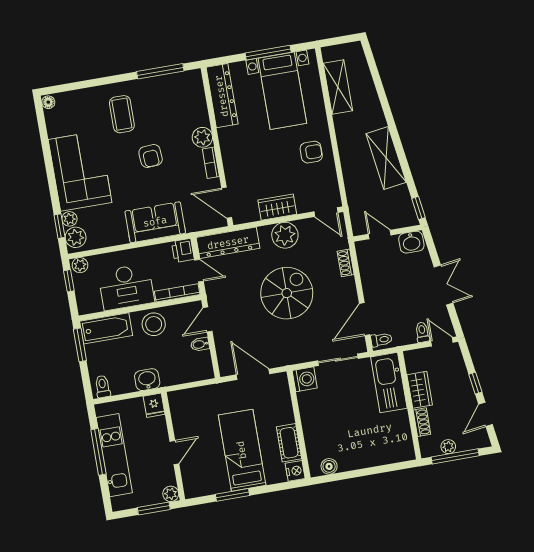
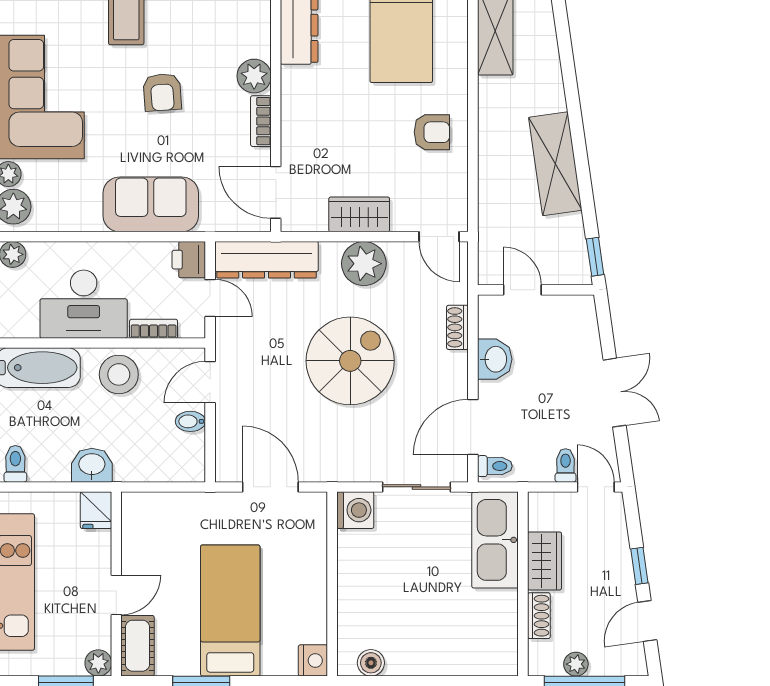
washbasin: (411, 242) -> (495, 359), moved, turned -90
bookcase: (177, 293) -> (154, 329), width x0.64
cot: (289, 443) -> (137, 646), moved

